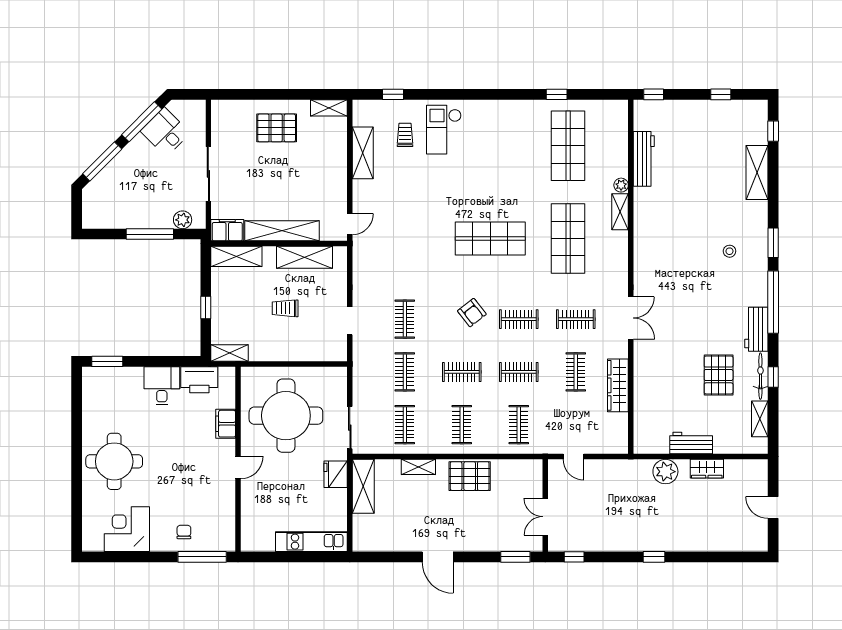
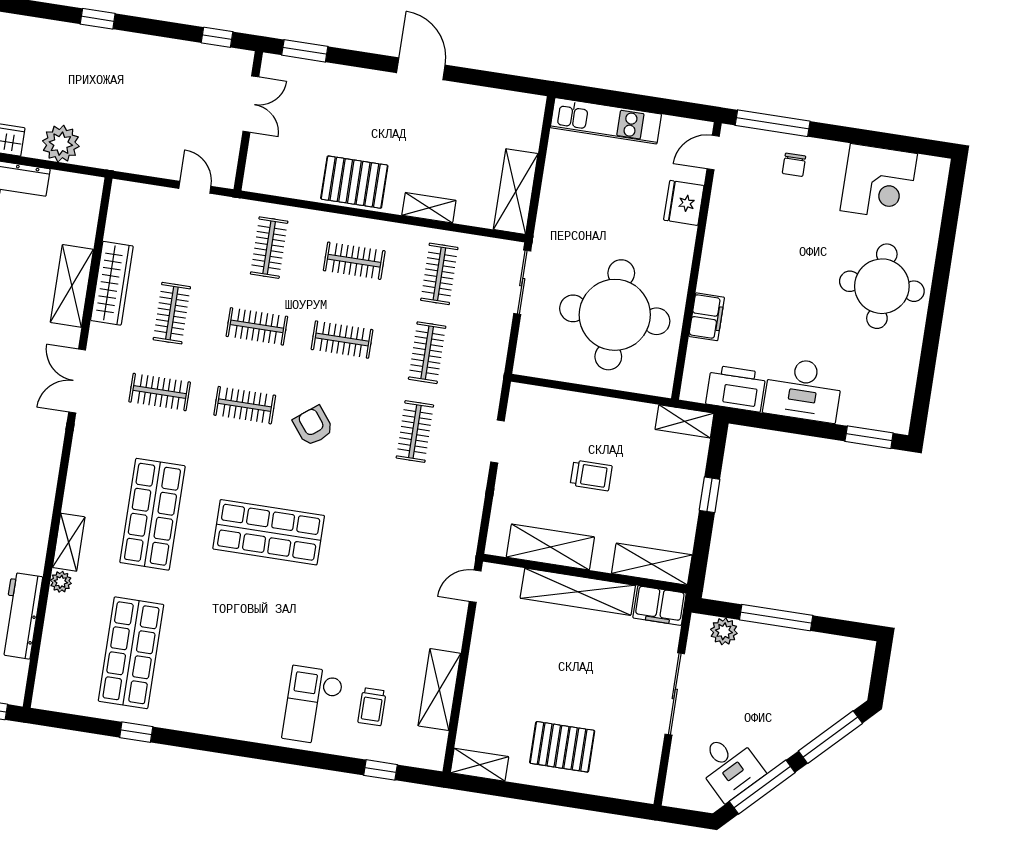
checkout: (444, 130) -> (313, 706), turned 180
shelving: (644, 380) -> (72, 286), added
desk: (162, 386) -> (803, 390), width x1.37
clothes rail: (462, 425) -> (354, 261), turned 90
door: (238, 467) -> (713, 153), moved
fridge: (336, 474) -> (684, 203), moved, turned 180

